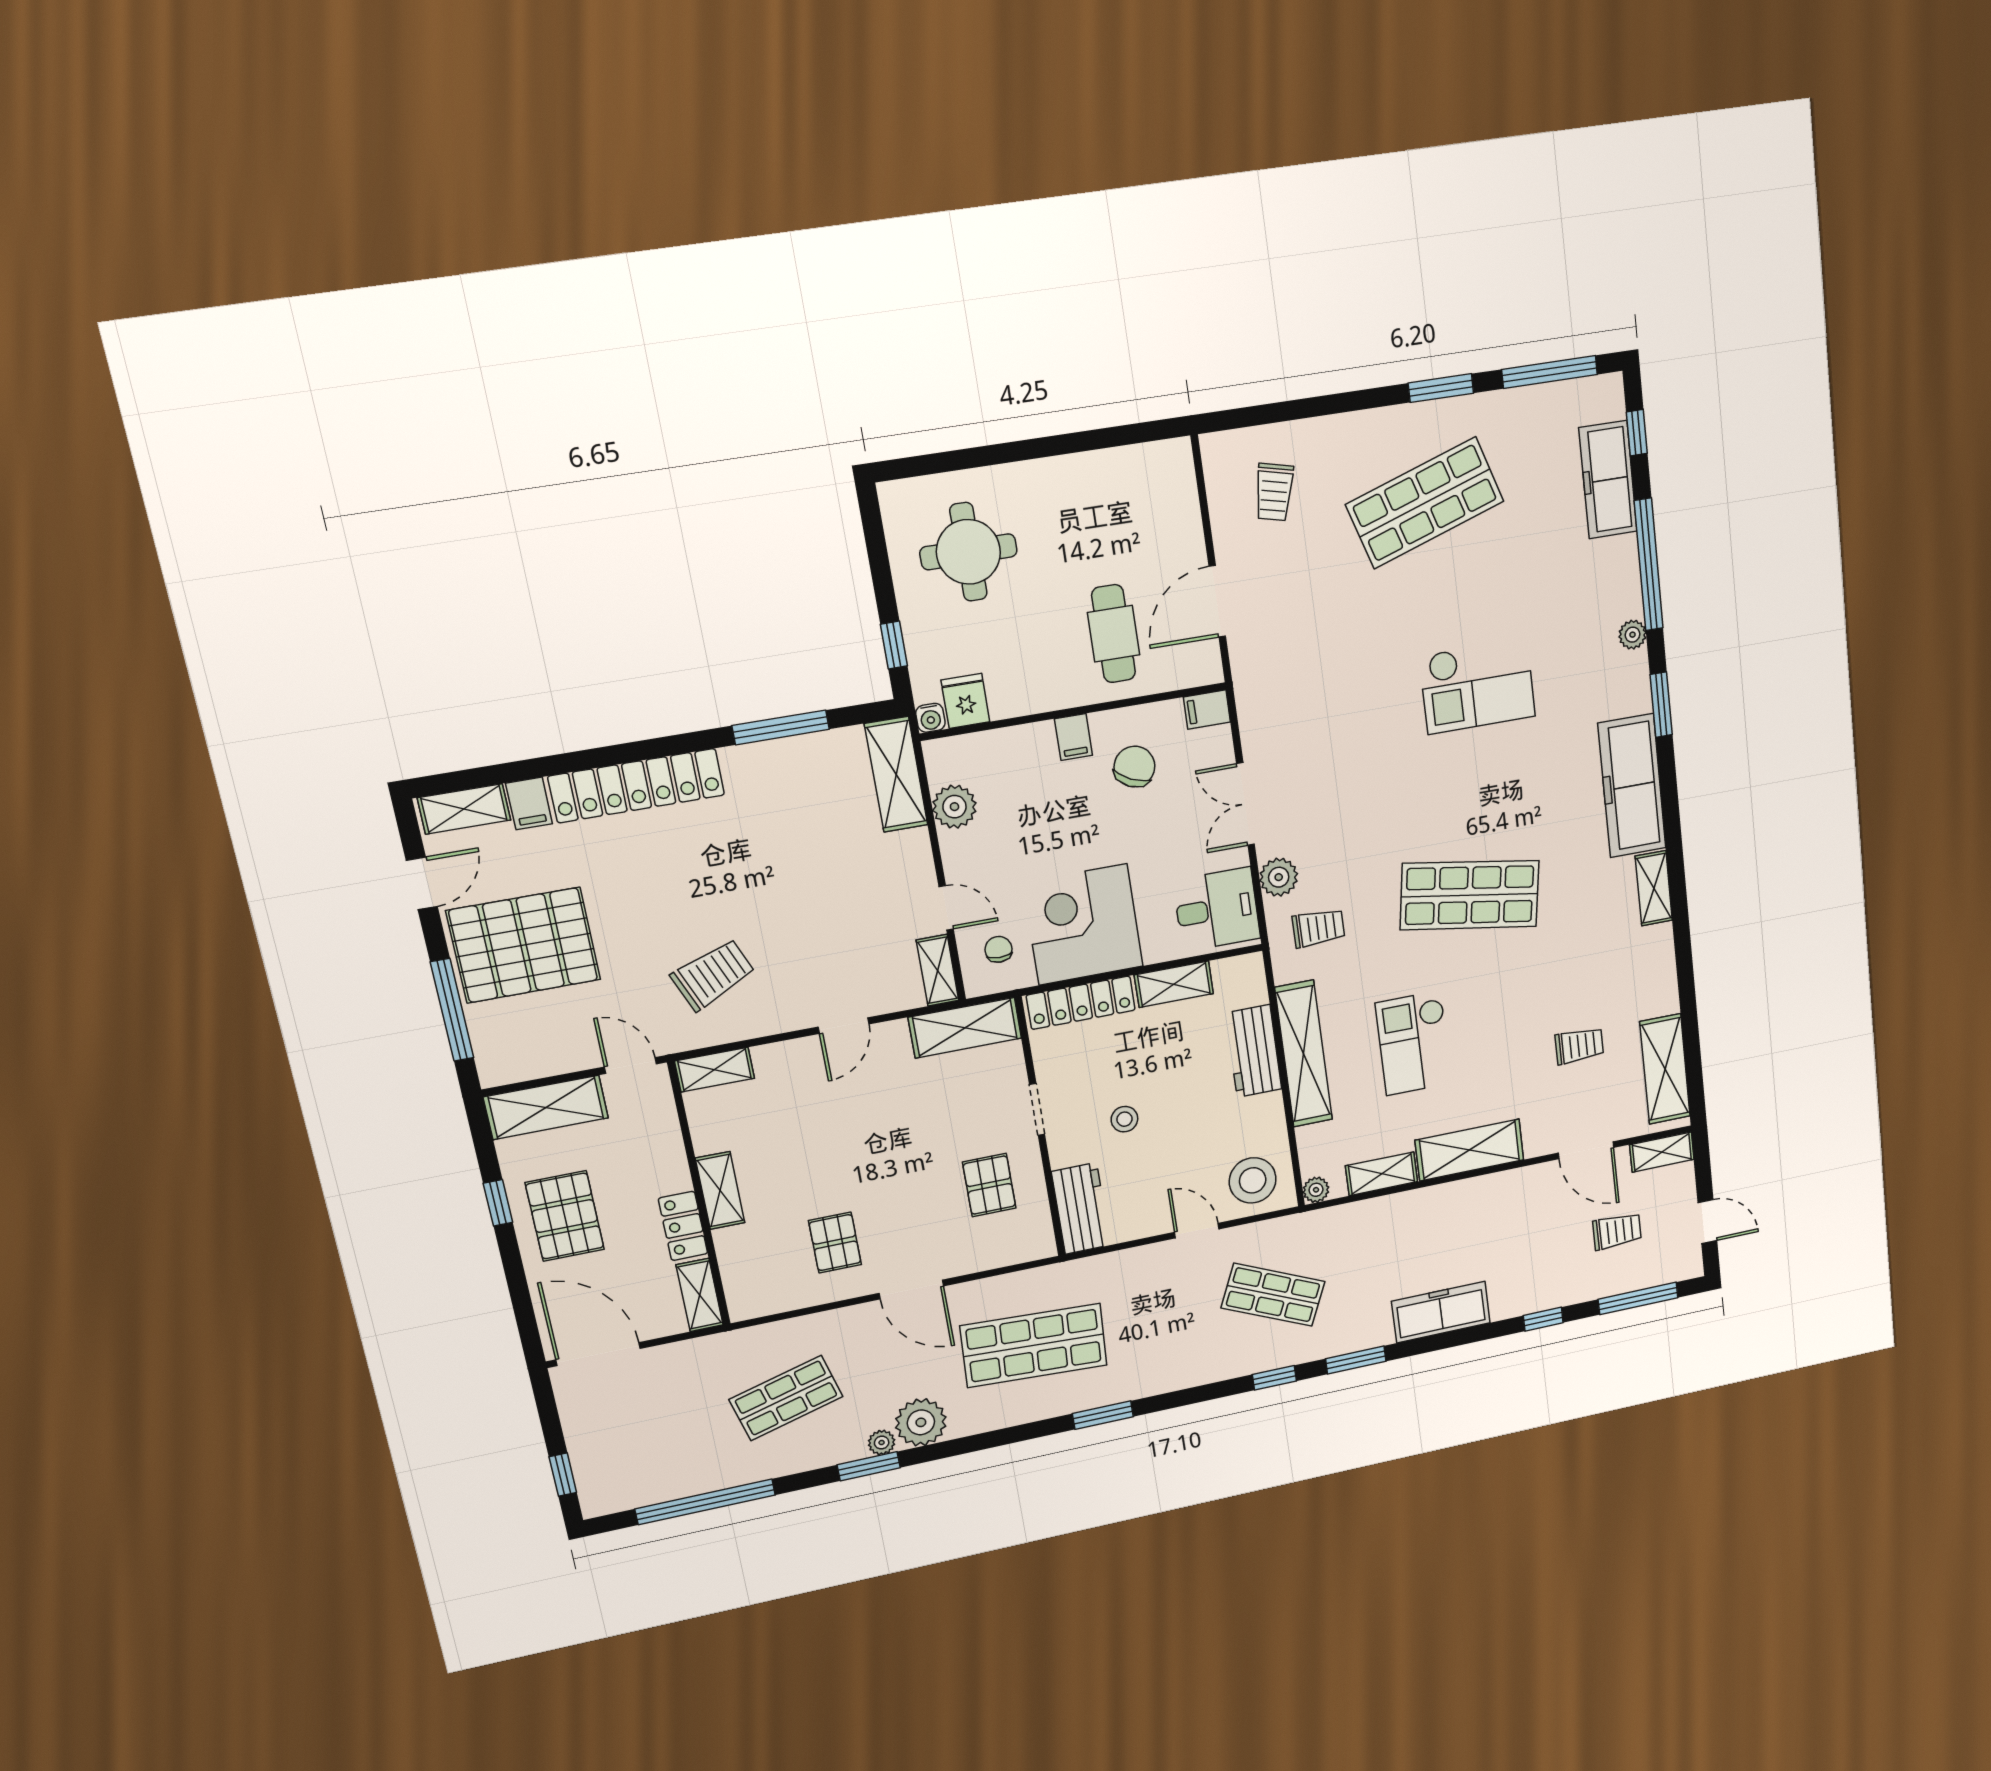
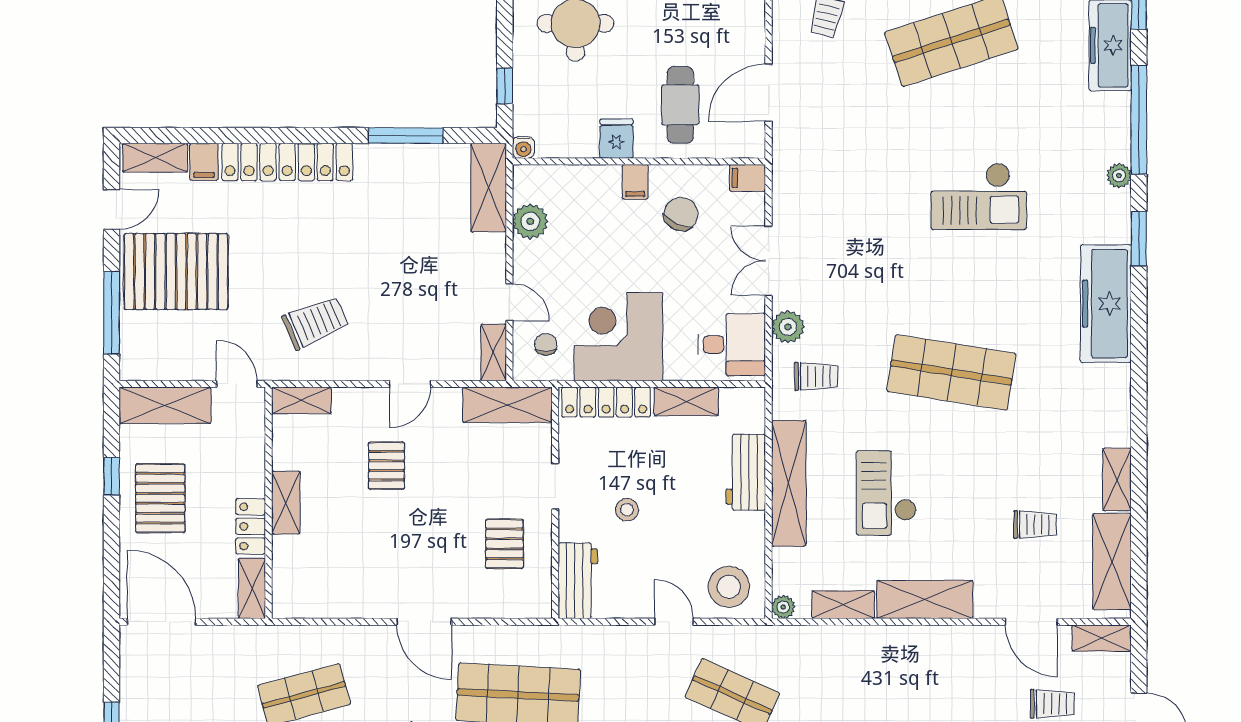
fridge: (965, 701) -> (616, 139), moved
shelving: (1654, 888) -> (1117, 479), moved
pallet: (835, 1243) -> (387, 466), moved

